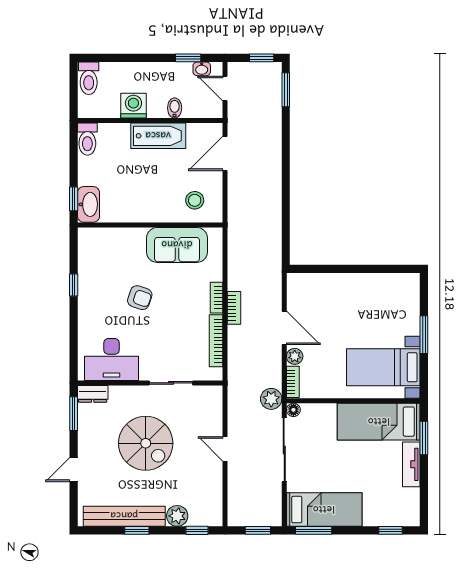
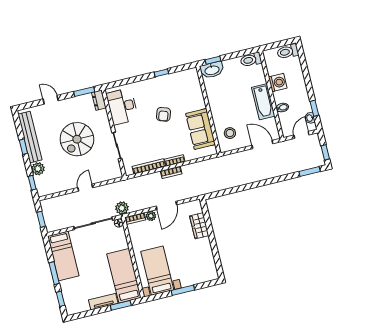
wardrobe: (329, 284) -> (199, 226), added
window: (314, 530) -> (54, 273), moved

